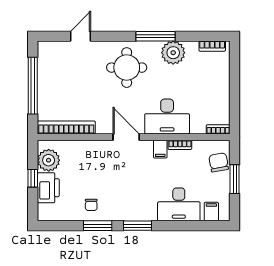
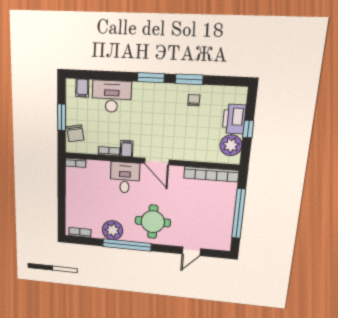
window: (156, 36) -> (127, 245), width x1.46
desk: (167, 116) -> (125, 178), width x0.73

